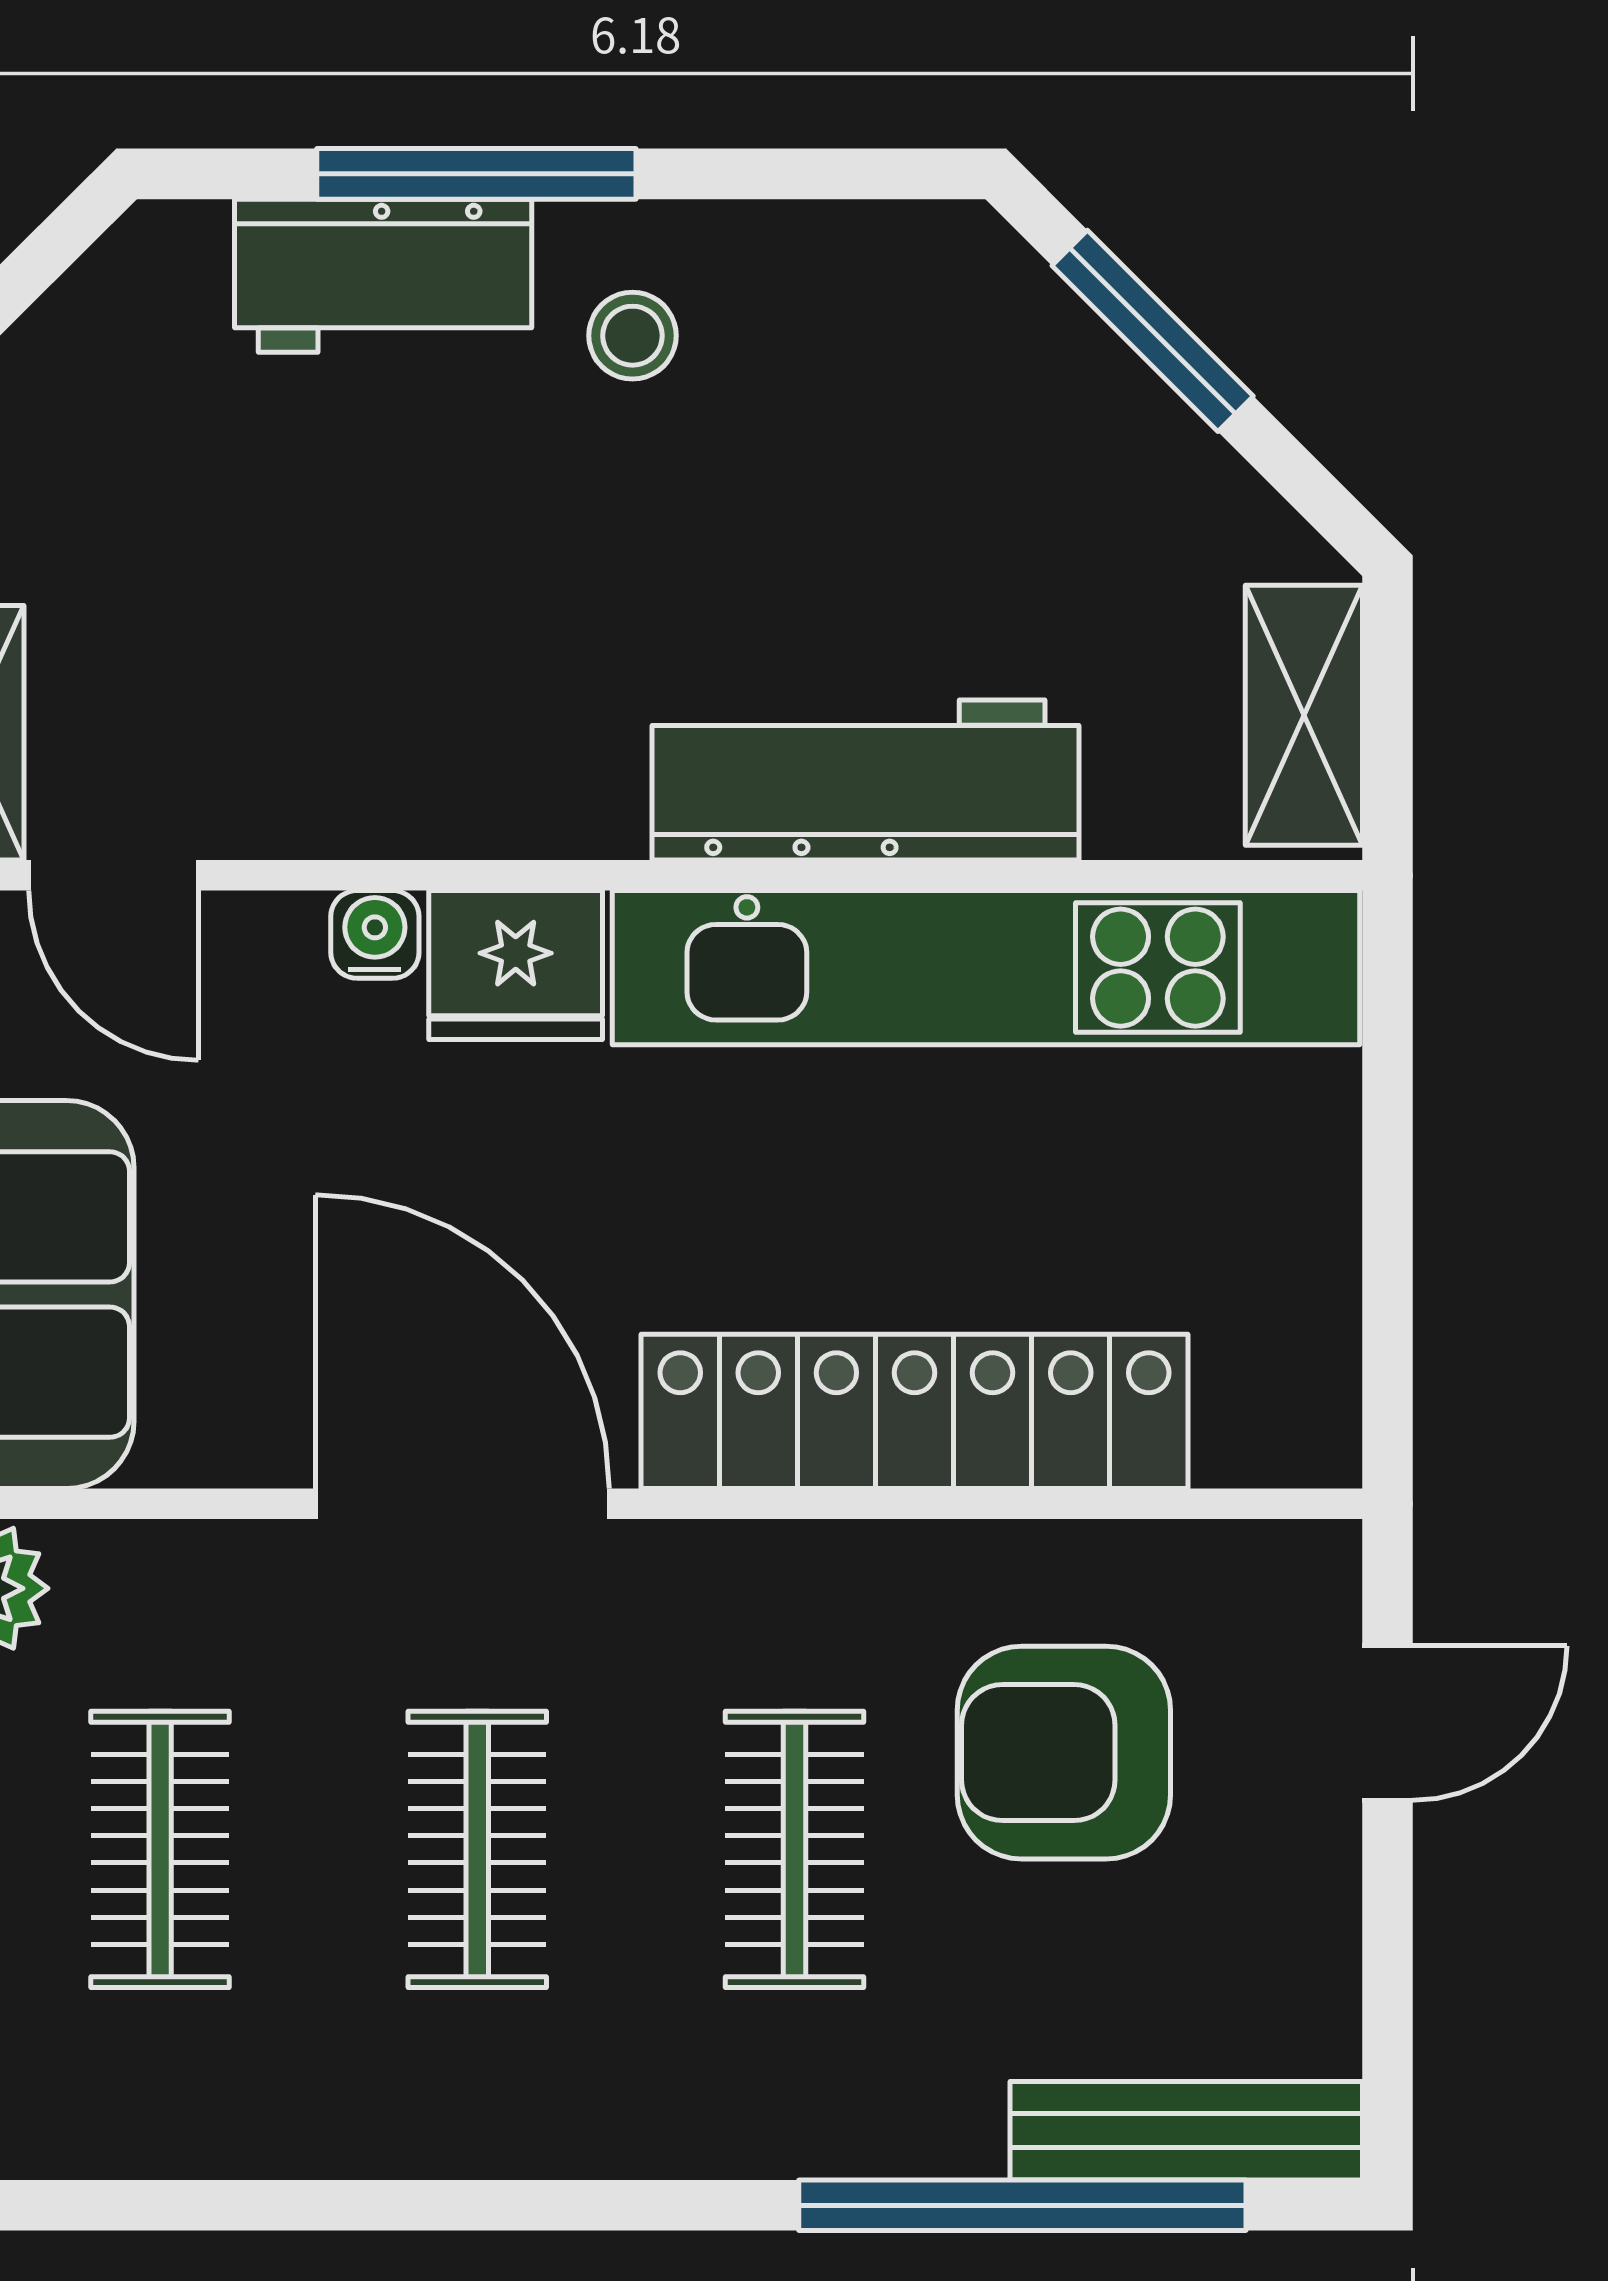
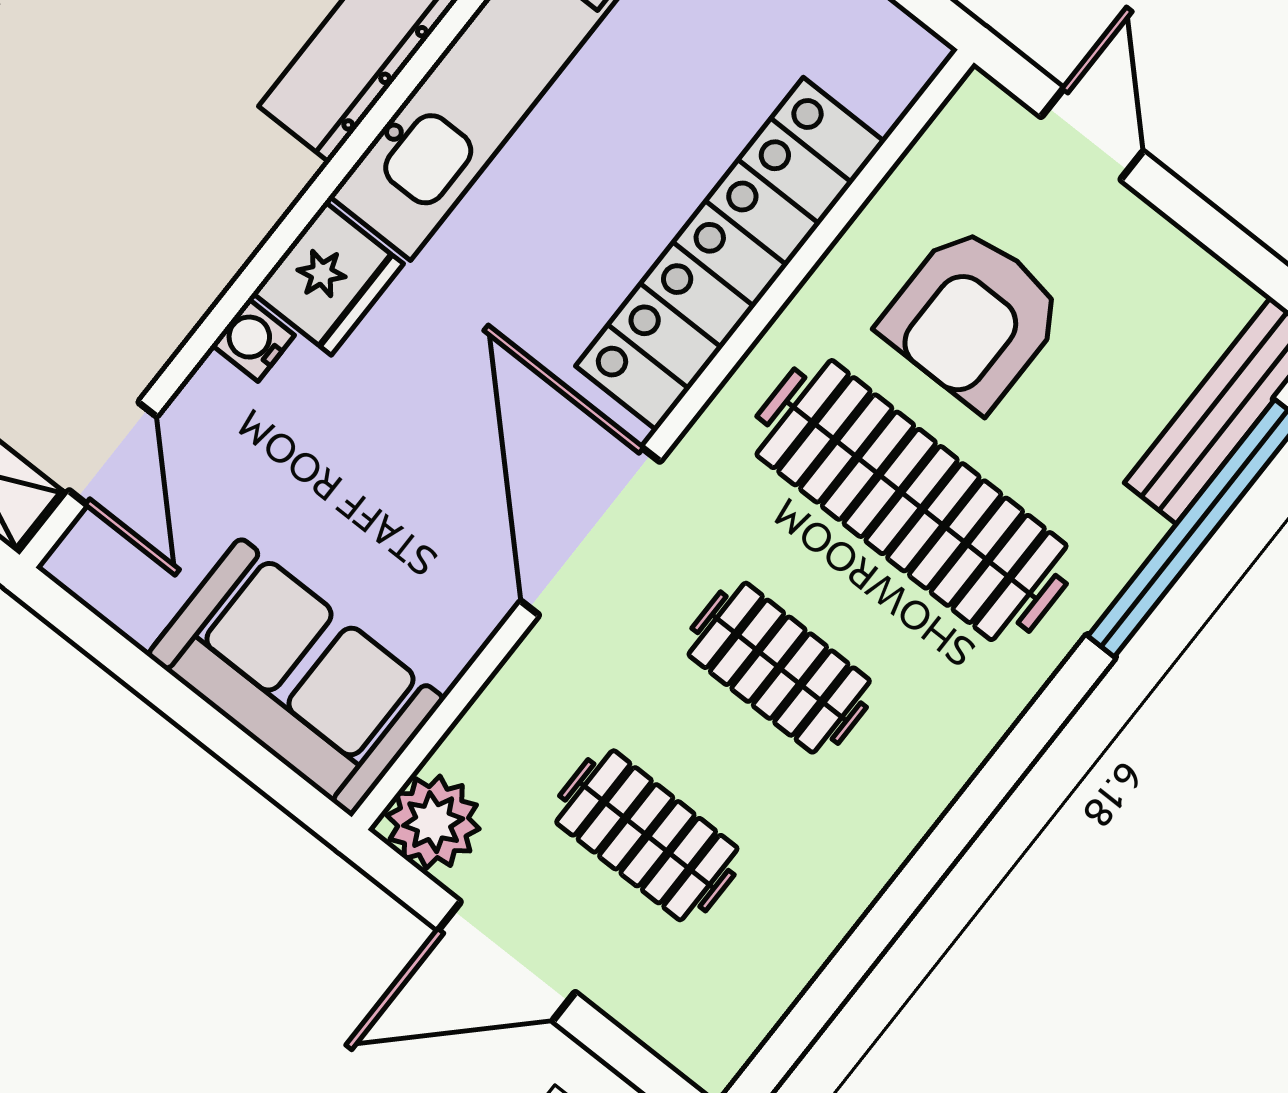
door: (113, 875) -> (113, 453), hinge flipped
door: (462, 1504) -> (590, 531), hinge flipped
clothes rail: (794, 1849) -> (912, 500), width x1.86, depth x1.31

